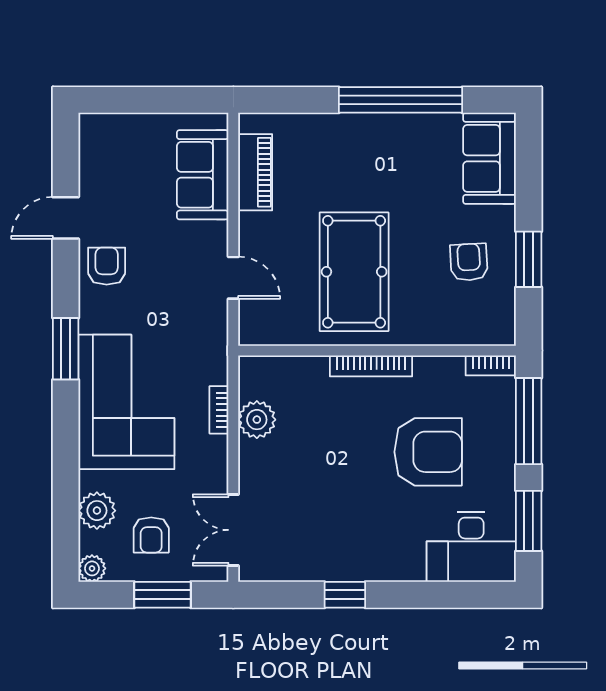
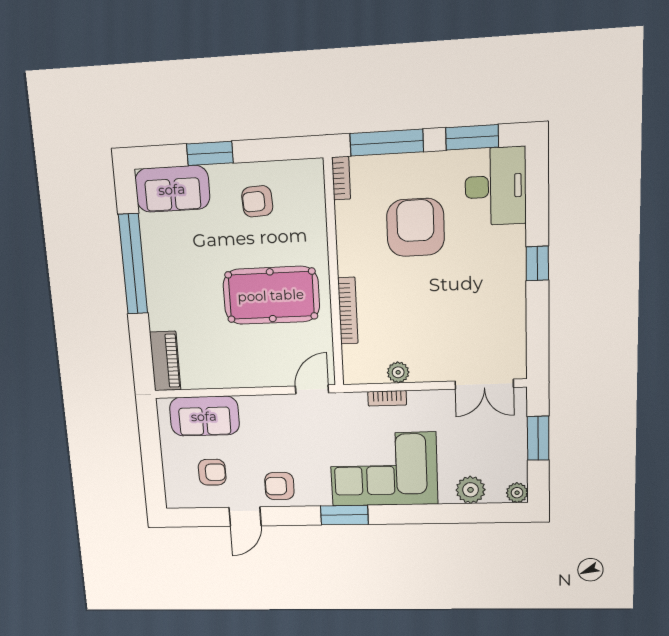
piano: (255, 172) -> (165, 361), moved, turned 90
door: (66, 218) -> (245, 517), hinge flipped
window: (529, 259) -> (210, 153), moved
door: (233, 278) -> (312, 389), moved
bookcase: (371, 366) -> (348, 311), moved
plant: (257, 420) -> (398, 372), width x0.73, depth x0.73
armchair: (151, 535) -> (212, 472), moved
window: (345, 595) -> (537, 263), moved

